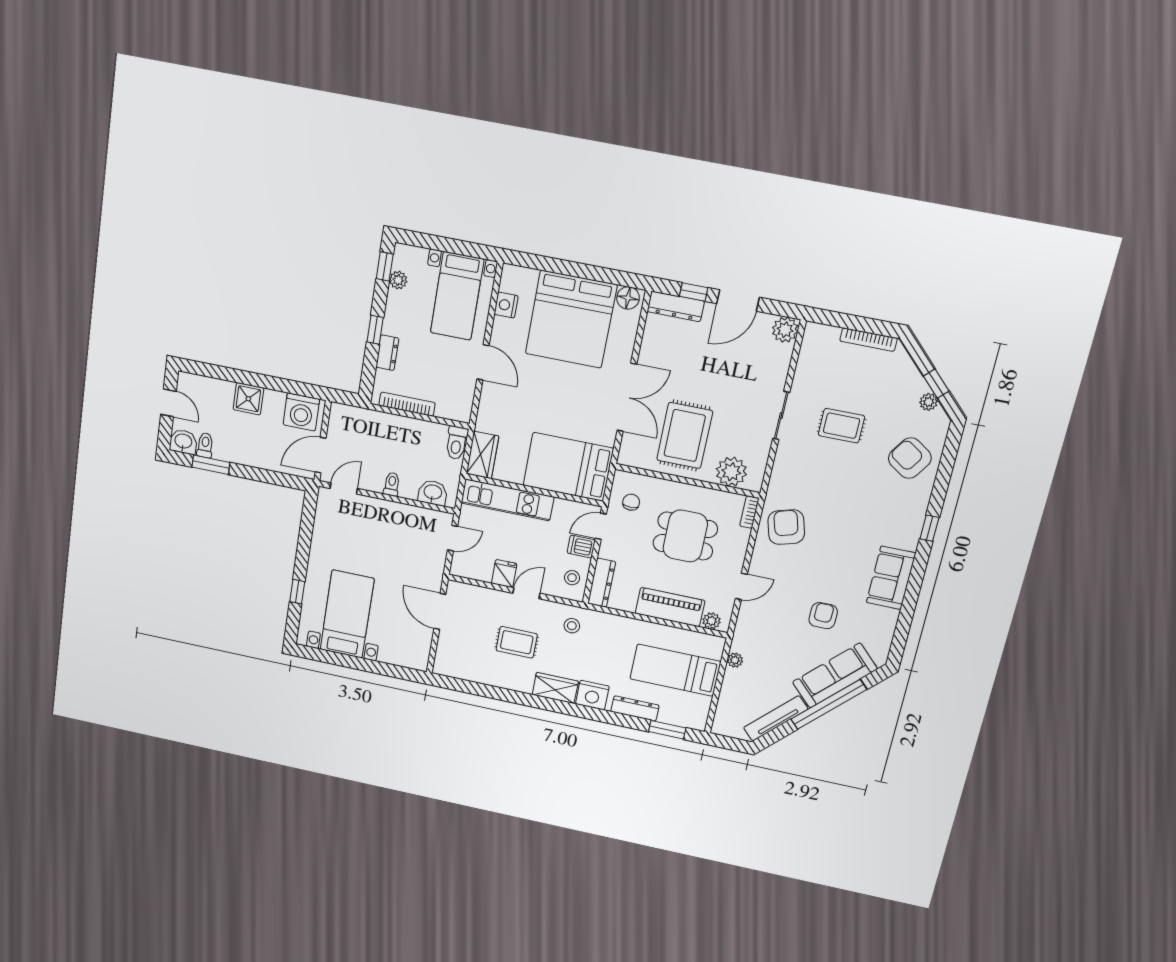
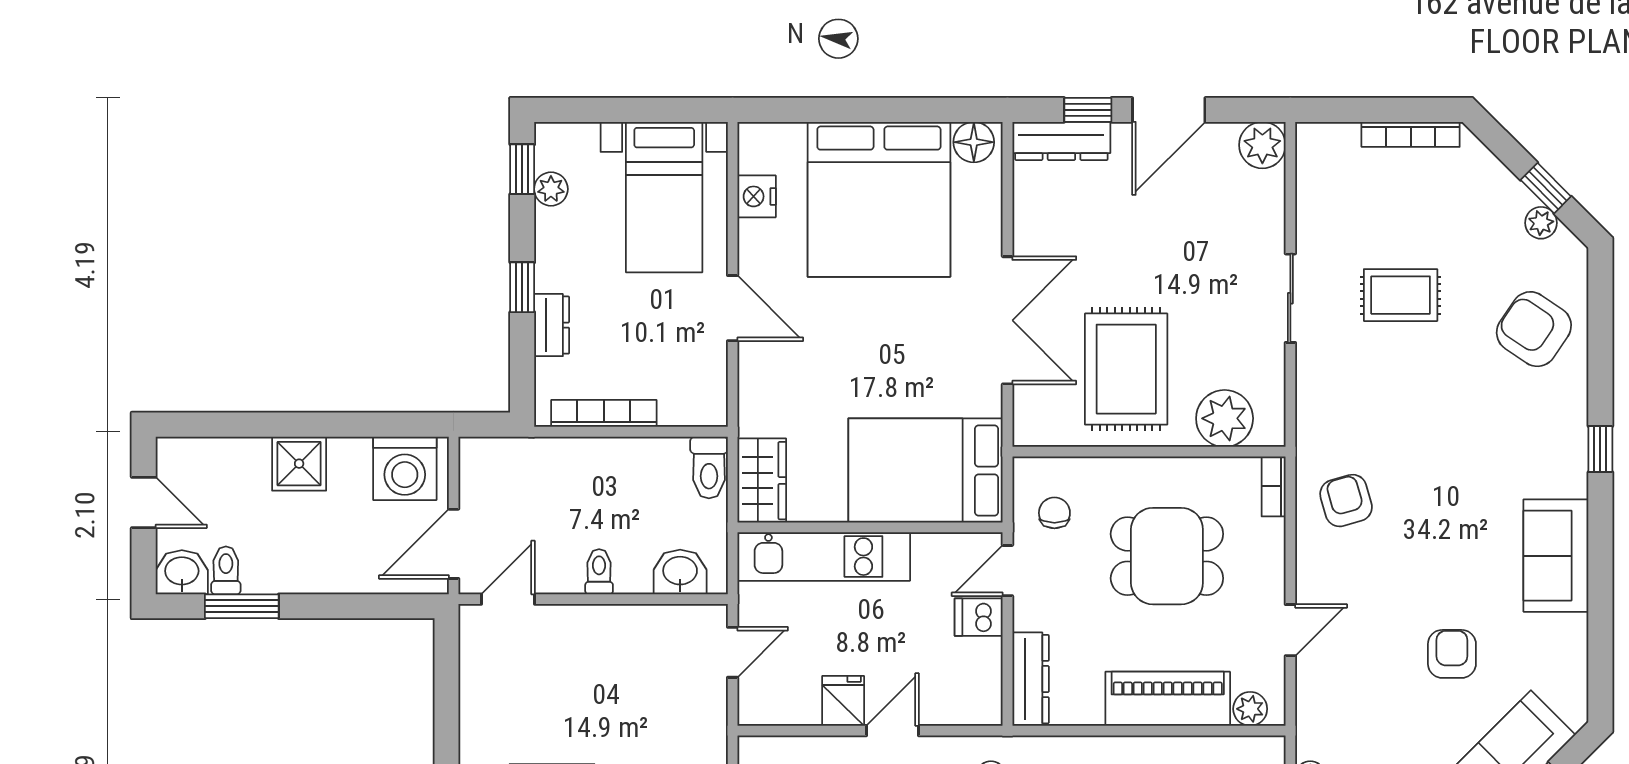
armchair: (786, 527) -> (1346, 501), width x0.72, depth x0.72
stool: (572, 578) -> (973, 681), removed

